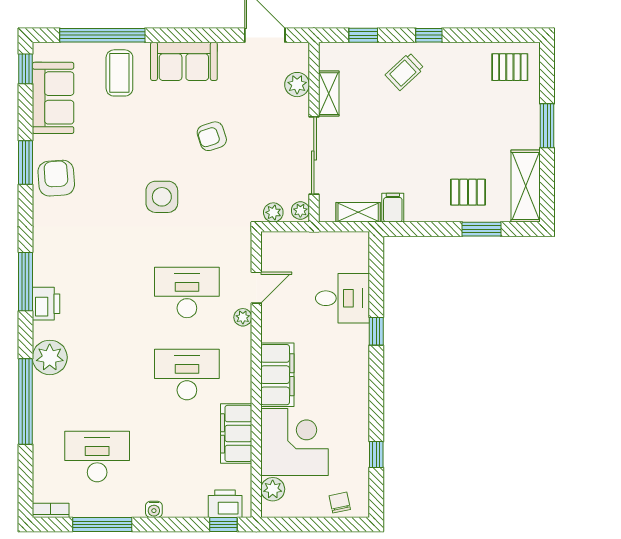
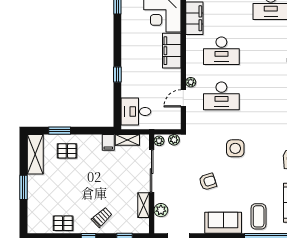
pallet: (510, 67) -> (63, 223), moved
desk: (342, 298) -> (136, 112), moved

